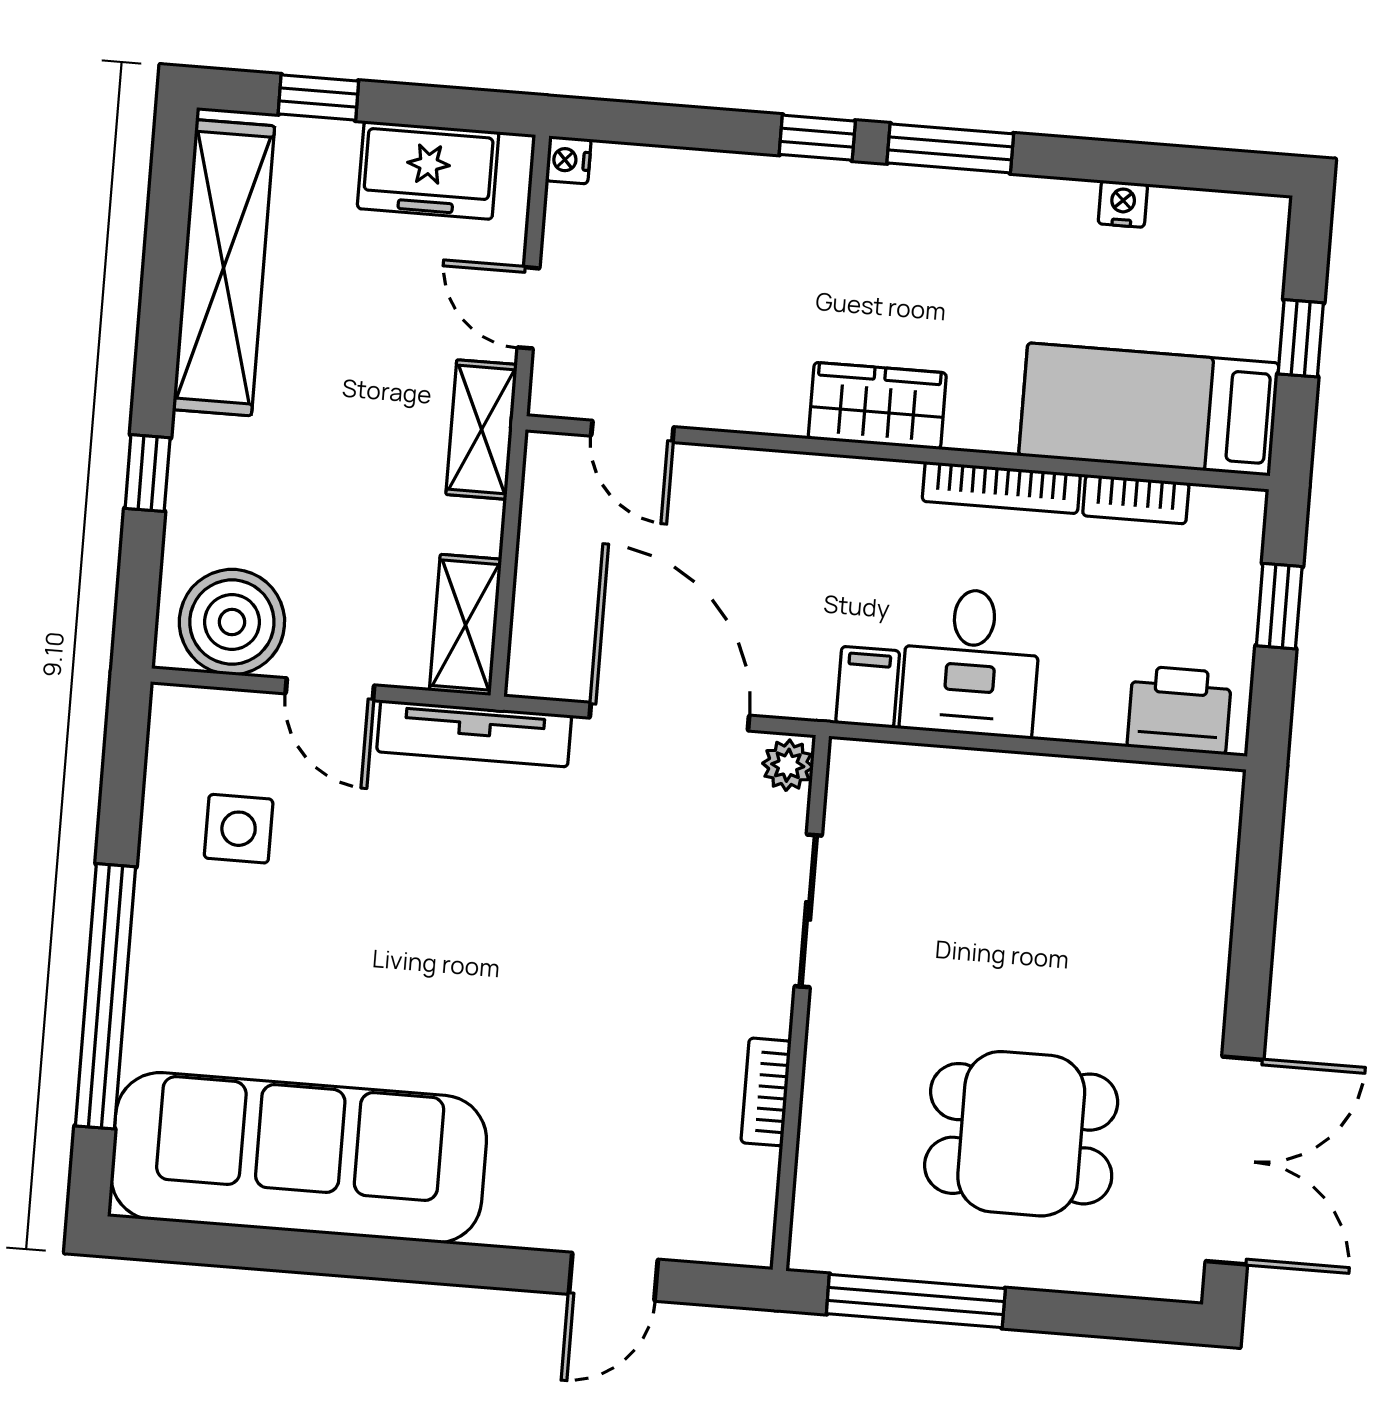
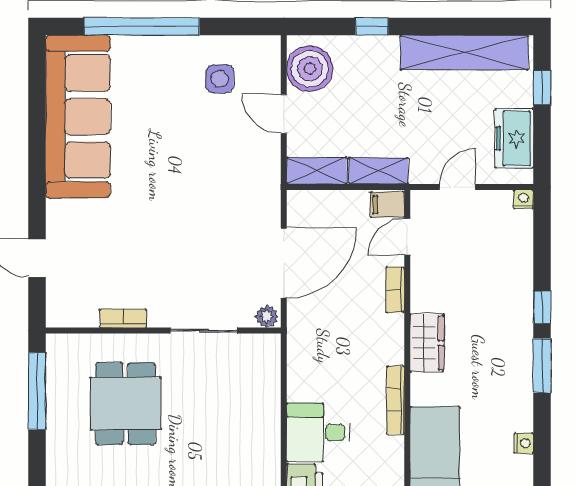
shelving: (482, 430) -> (379, 171), moved
bookcase: (1136, 499) -> (395, 290), moved
desk: (971, 662) -> (318, 432), moved
filing cabinet: (868, 687) -> (387, 205), moved, turned 180
door: (330, 689) -> (284, 114), hinge flipped
tv unit: (474, 734) -> (270, 178), removed
dining table: (1021, 1134) -> (126, 404), moved

